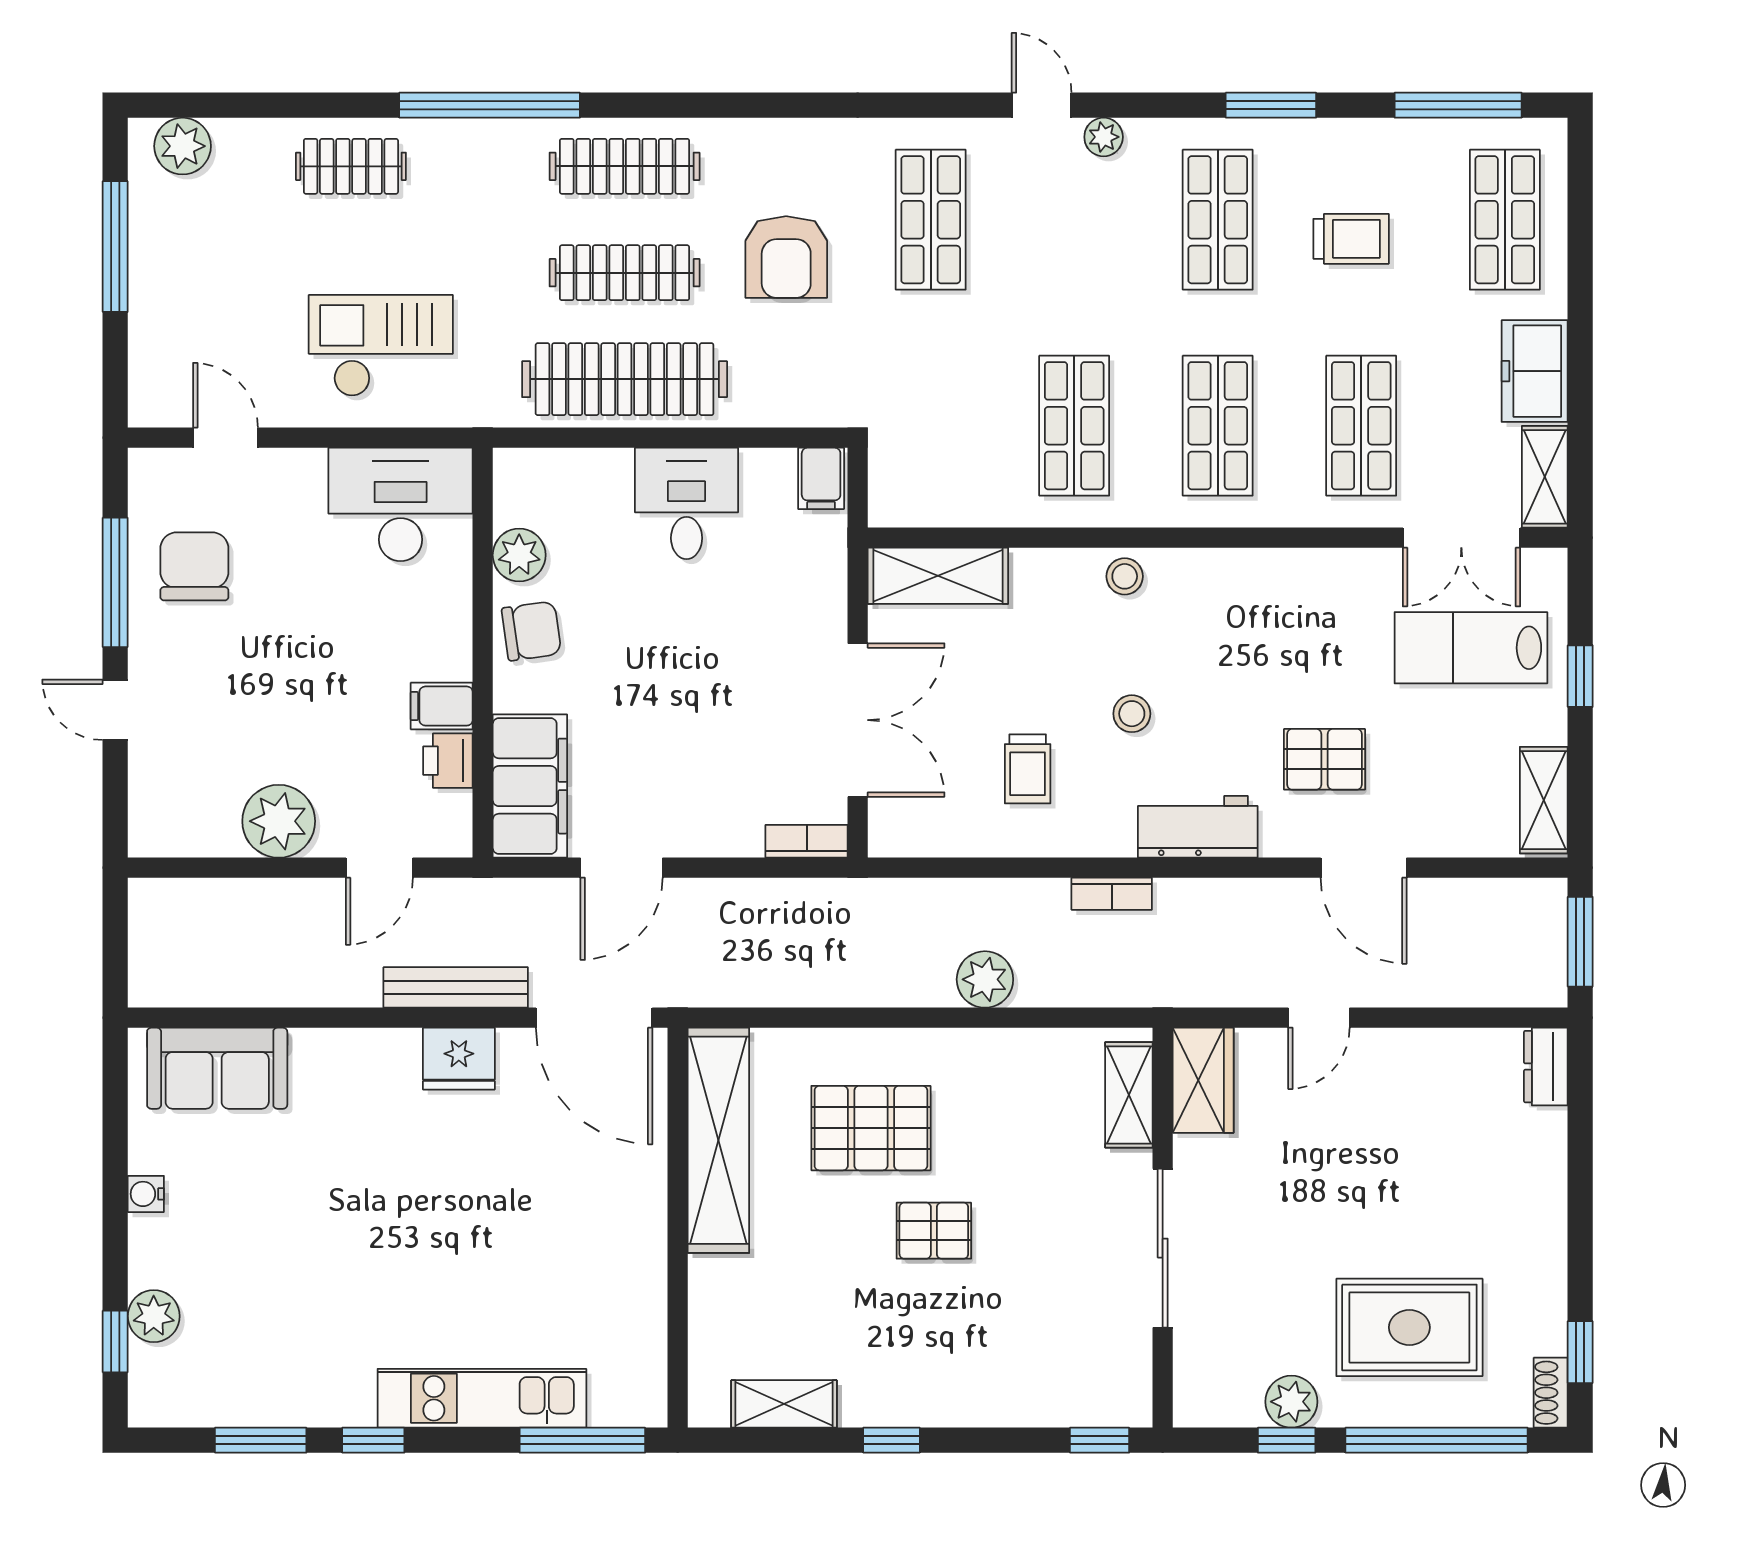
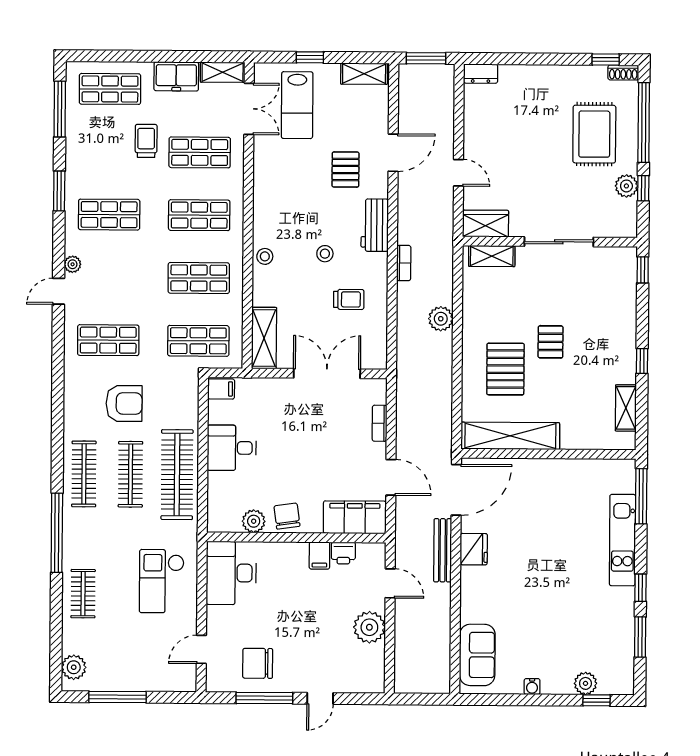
trolley: (1351, 239) -> (146, 141), moved
shop shelf: (931, 426) -> (198, 341), added
bookcase: (807, 841) -> (380, 423), moved

